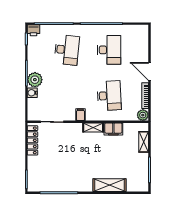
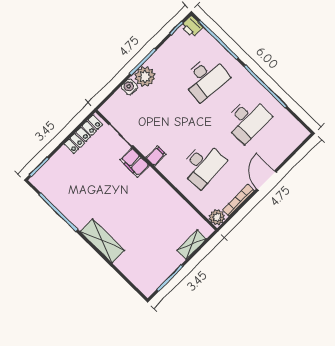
shelving: (93, 127) -> (156, 181), removed
filing cabinet: (113, 129) -> (134, 163), moved
shelving: (109, 185) -> (102, 241), moved

